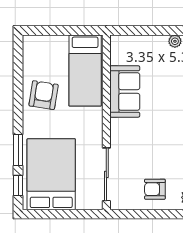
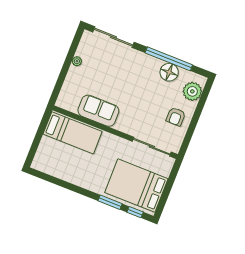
armchair: (44, 95) -> (78, 169), removed

